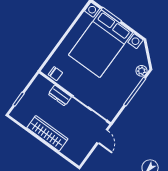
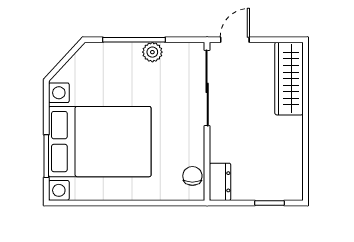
plant: (141, 71) -> (152, 52), moved
dresser: (60, 96) -> (220, 182), moved
wardrobe: (47, 133) -> (289, 79), moved

